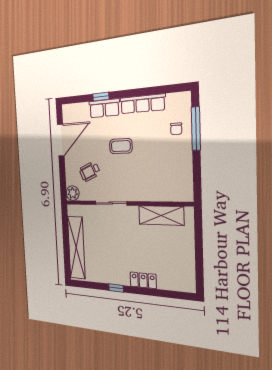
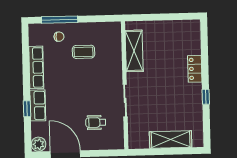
coffee table: (121, 146) -> (83, 52), moved, turned 90
wheelchair: (90, 171) -> (96, 122), turned 113
plant: (73, 193) -> (39, 144), moved
shelving: (76, 248) -> (171, 140), width x0.68

